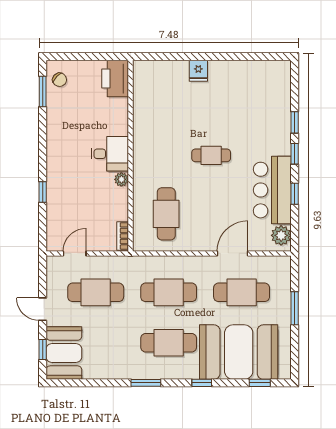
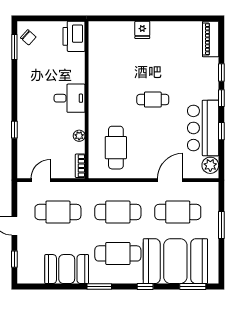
piano: (281, 82) -> (211, 39), added
plant: (121, 179) -> (79, 136), moved
booth: (64, 353) -> (67, 269), moved, turned 90
window: (260, 383) -> (193, 286), width x1.50

